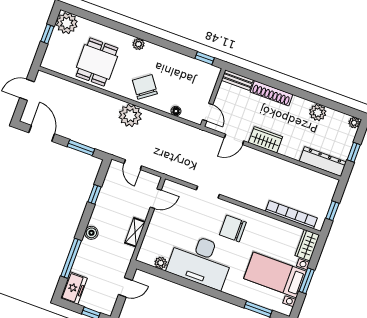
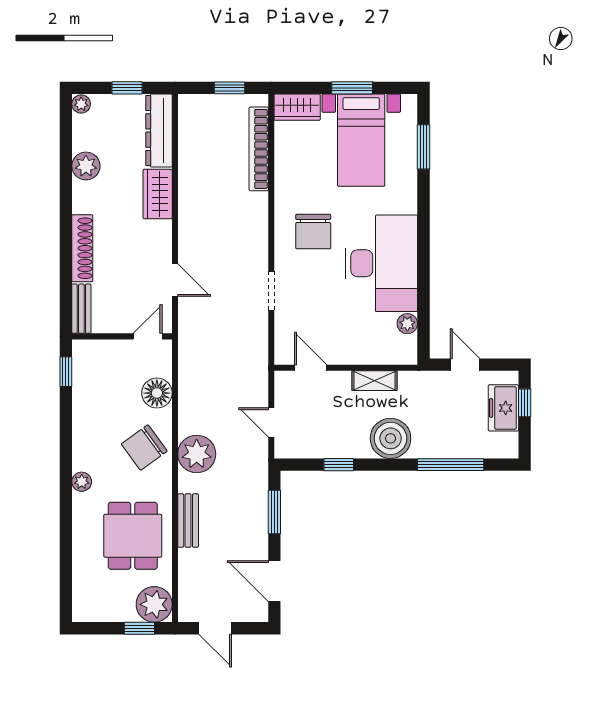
plant: (67, 23) -> (154, 604), moved
window: (47, 34) -> (139, 628), moved
dining table: (97, 62) -> (133, 536), turned 90
bench: (94, 97) -> (188, 521), added
floor lamp: (176, 111) -> (157, 393), width x1.89, depth x1.89
door: (42, 133) -> (274, 581), hinge flipped
wardrobe: (265, 140) -> (158, 194), moved
door: (133, 165) -> (271, 422), swing flipped
boiler: (91, 233) -> (391, 438), width x1.86, depth x1.86
freezer: (74, 288) -> (503, 408), moved, turned -90

